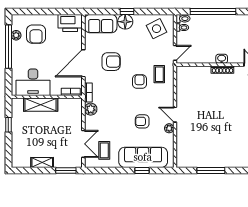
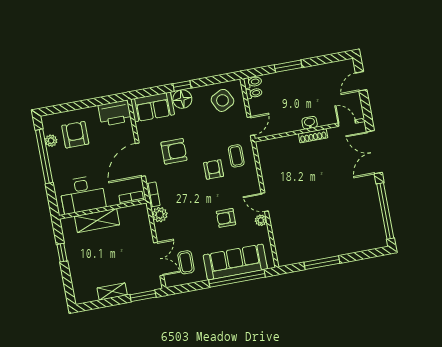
window: (213, 11) -> (288, 66), width x0.47
armchair: (36, 34) -> (75, 135), turned 180
window: (142, 170) -> (237, 278), width x3.17

